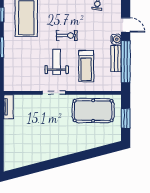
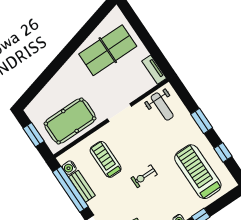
water cooler: (116, 39) -> (69, 168), moved
weight bench: (57, 62) -> (162, 107), moved
table tennis table: (32, 143) -> (108, 50), added

